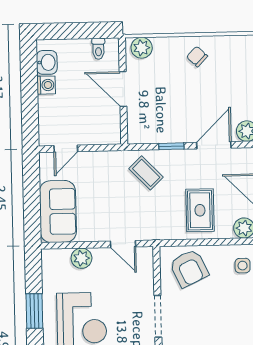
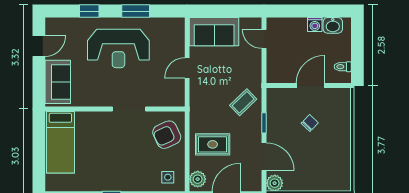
plant: (142, 48) -> (343, 101), removed
chair: (197, 57) -> (310, 123), moved
door: (123, 244) -> (187, 68), moved
plant: (81, 258) -> (177, 49), removed

